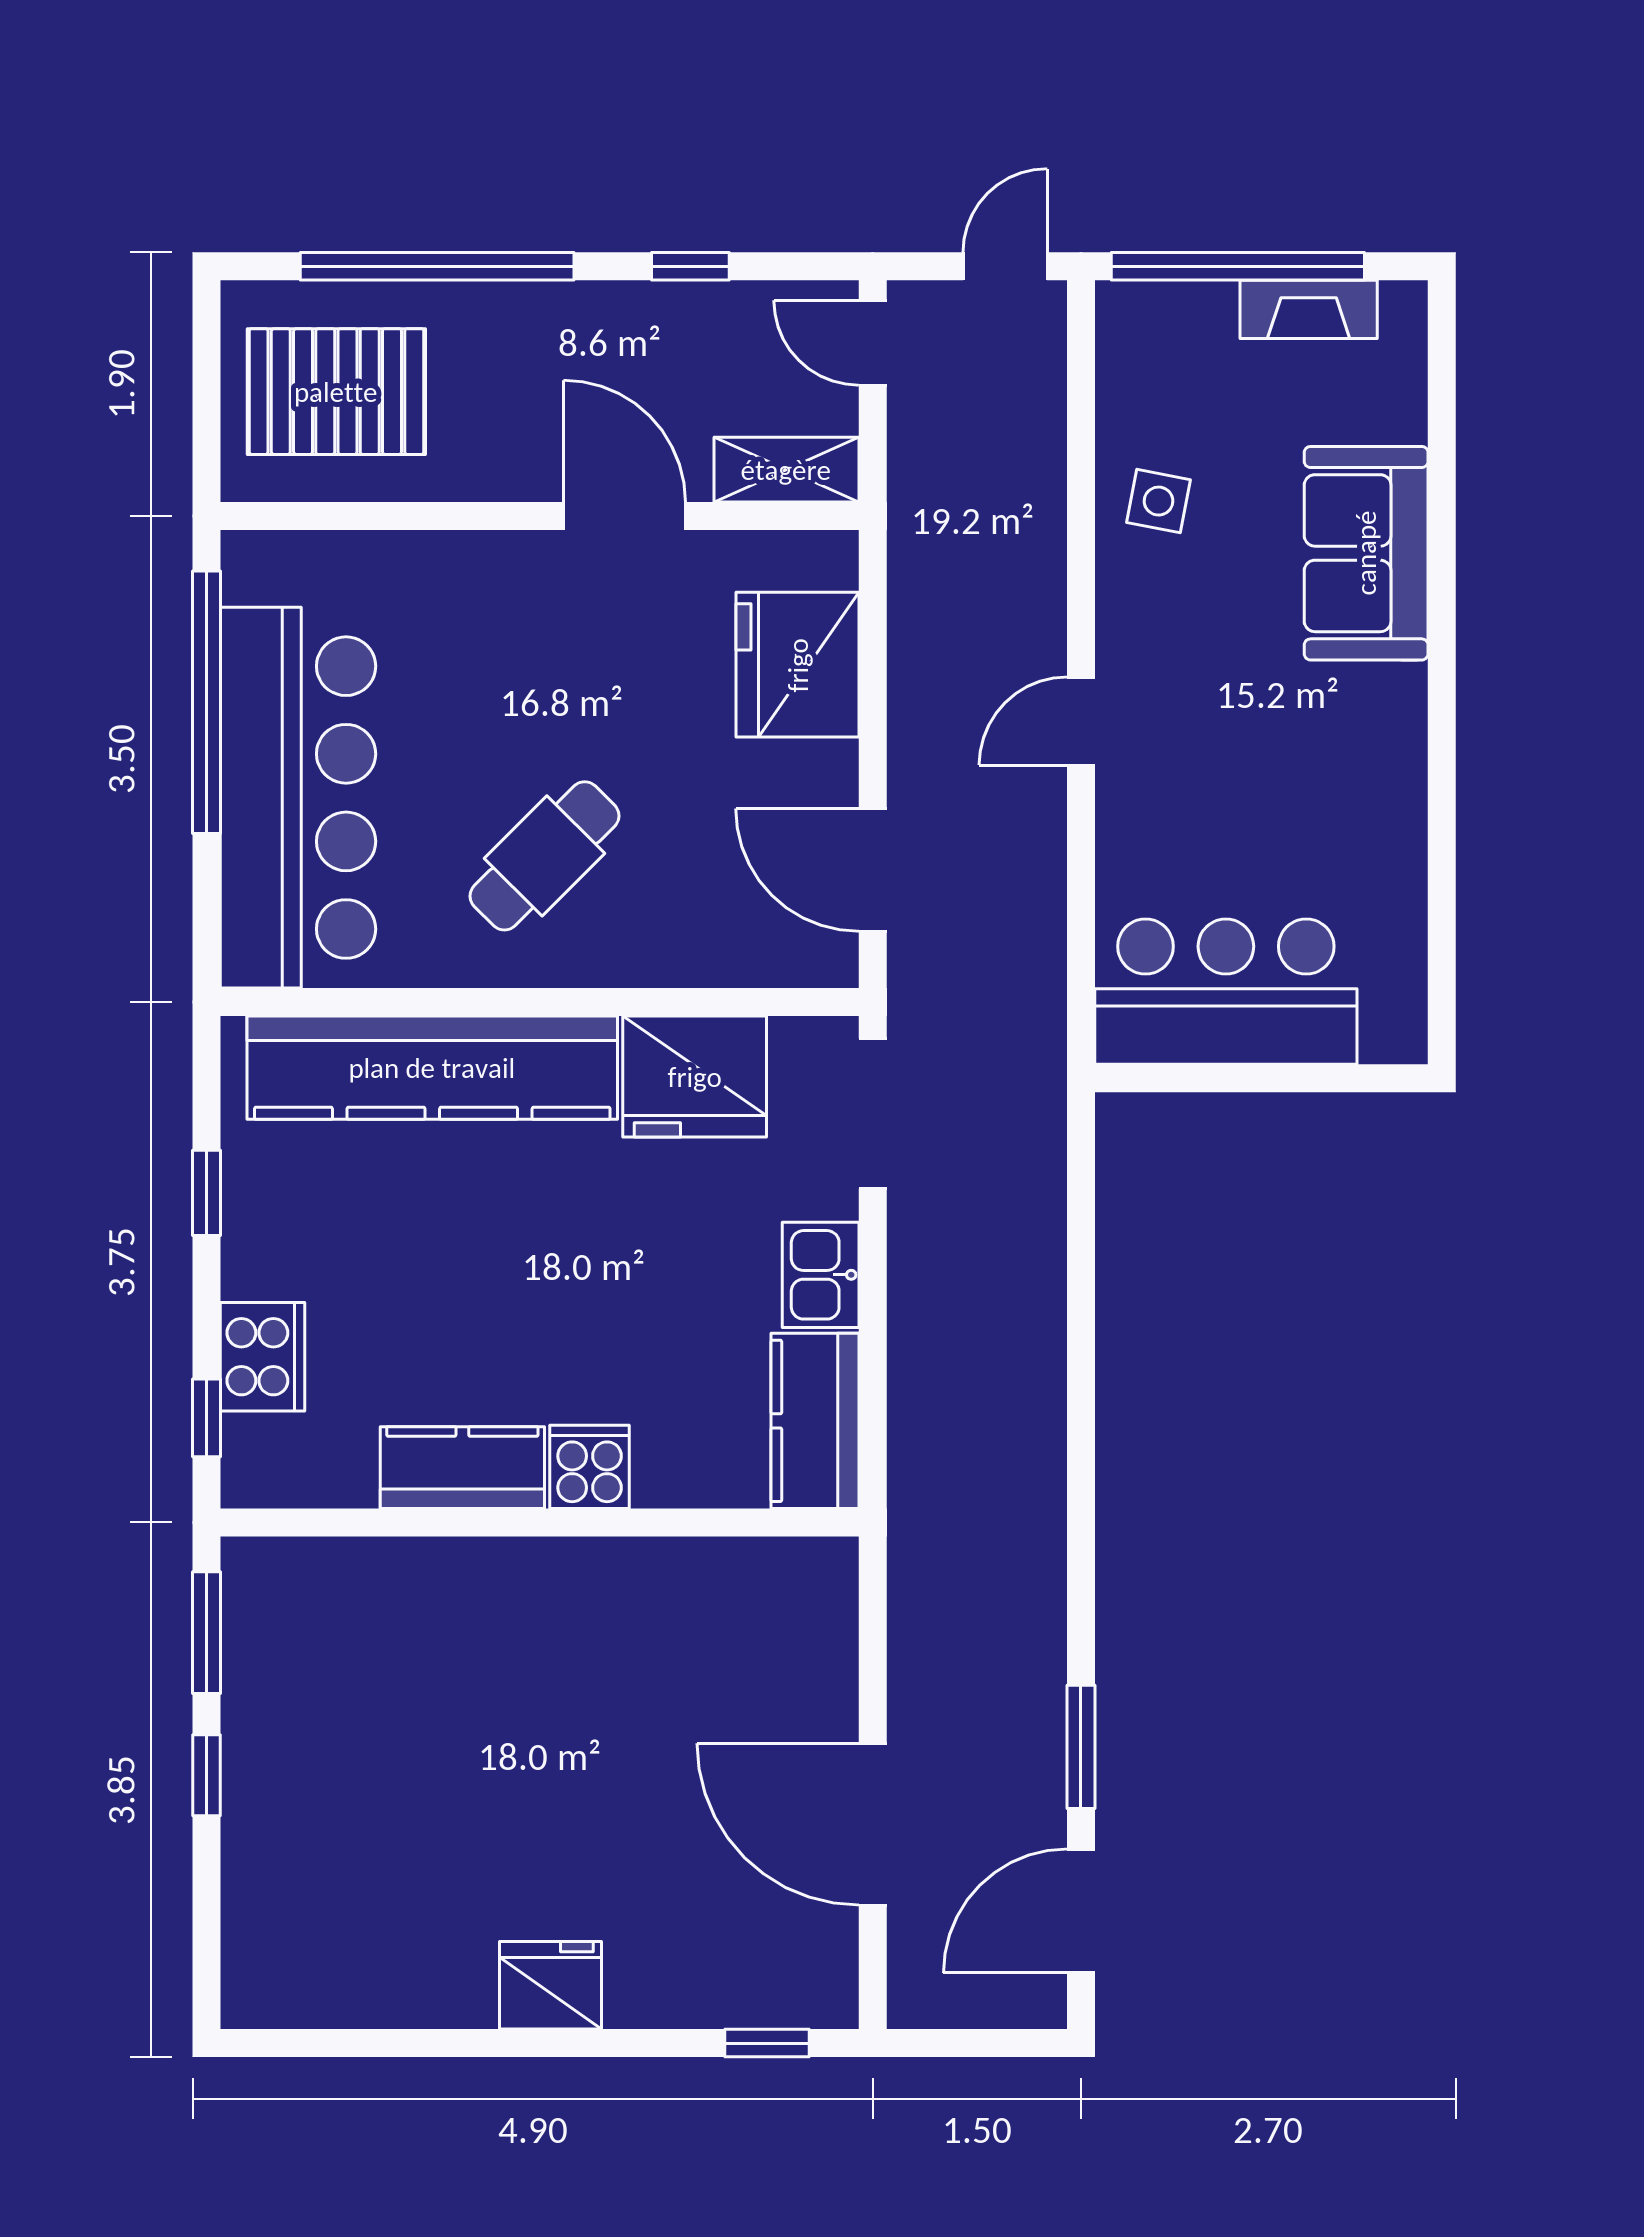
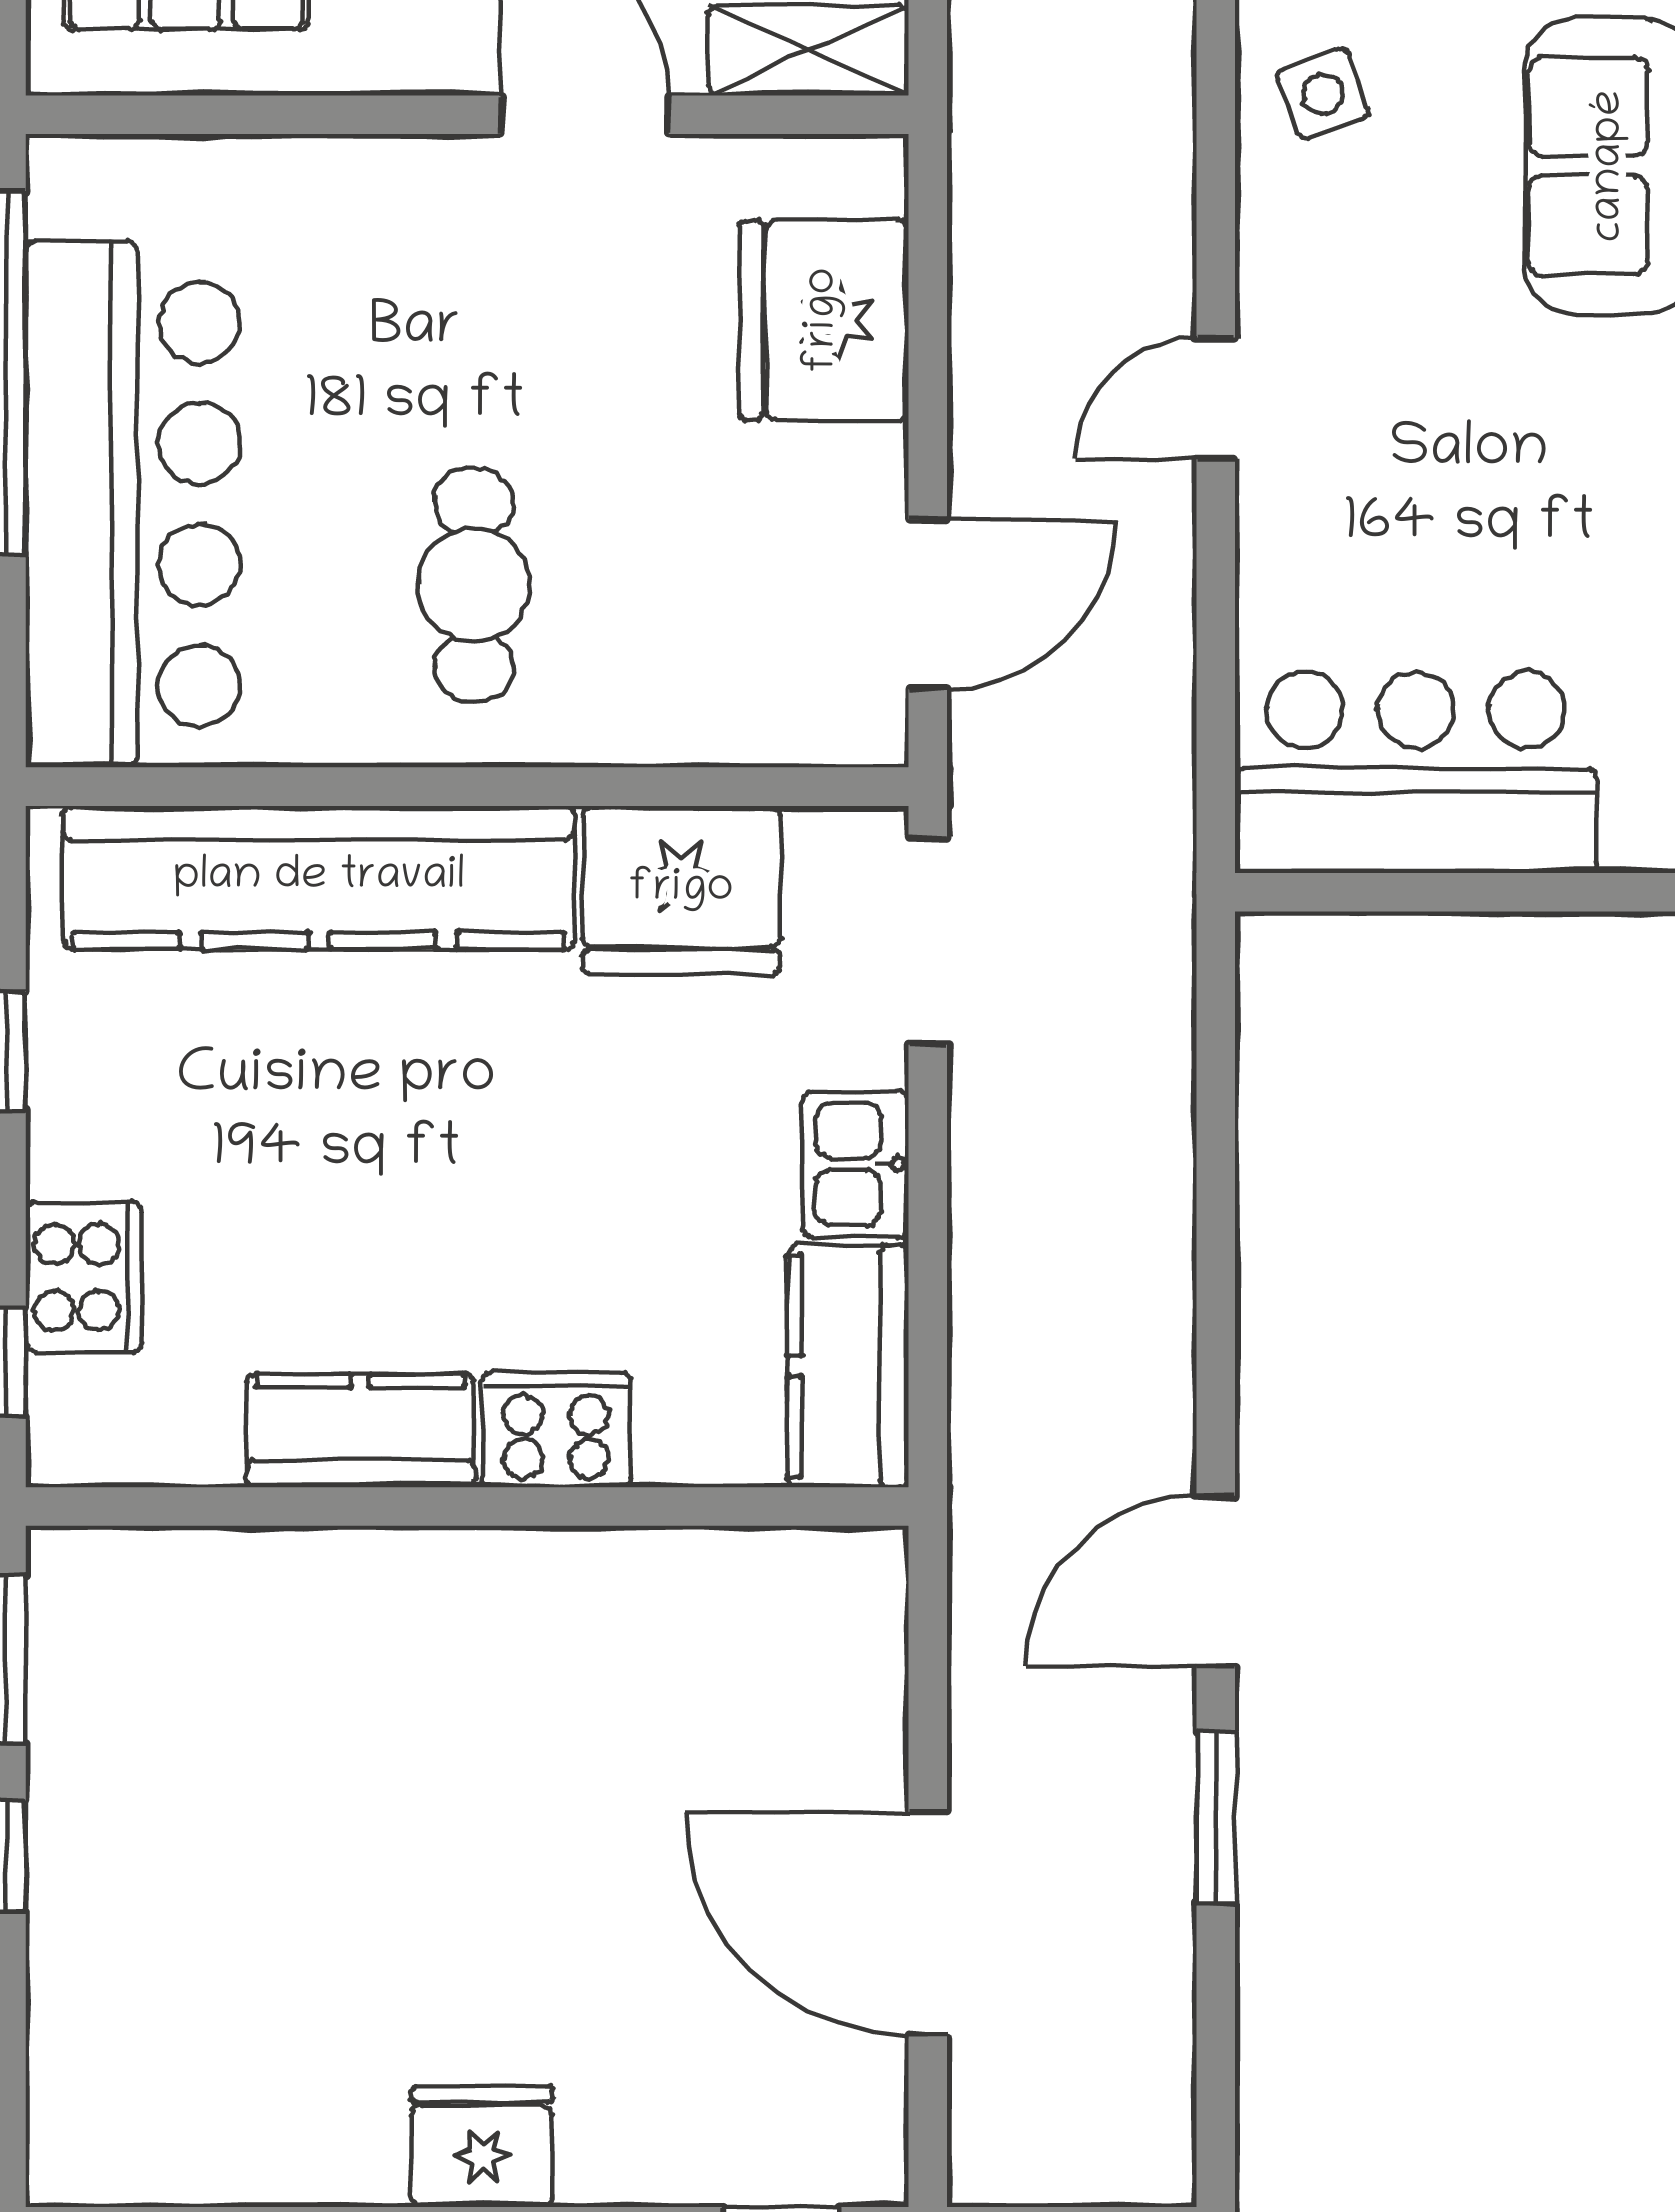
side table: (1158, 501) -> (1323, 94), turned -30
cafe table: (545, 856) -> (474, 585), turned -45
door: (873, 870) -> (928, 604), swing flipped
cooker: (590, 1467) -> (556, 1430), width x1.36
door: (1081, 1911) -> (1216, 1581), moved

